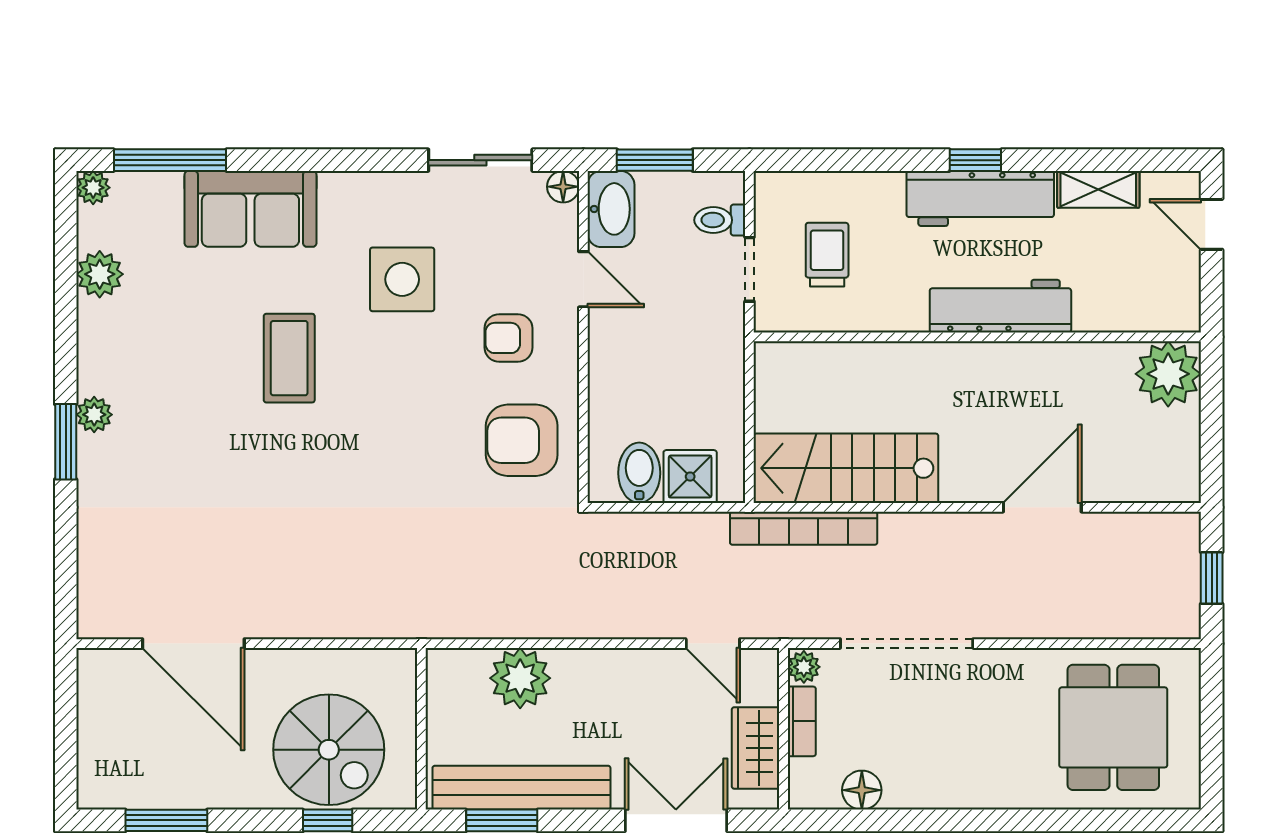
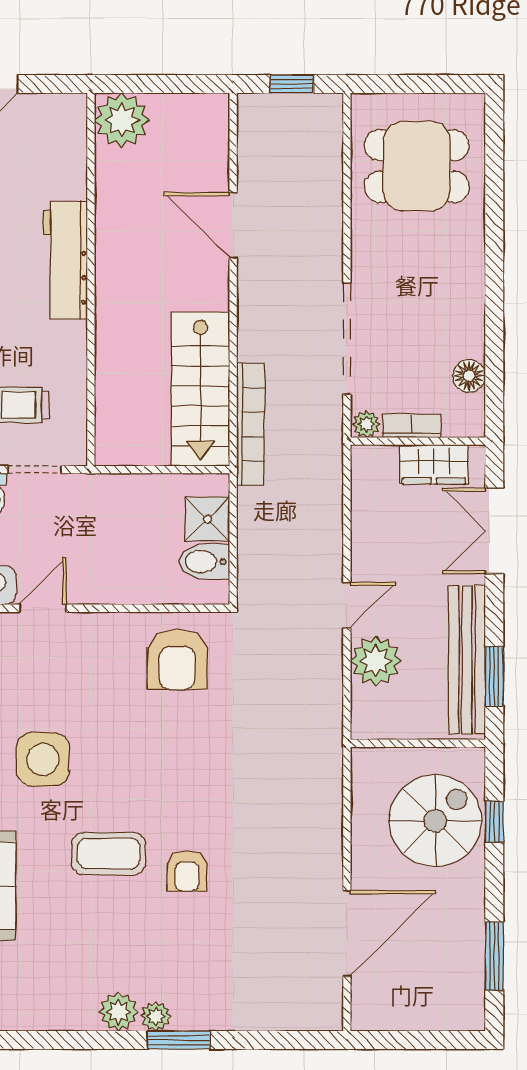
plant: (100, 274) -> (118, 1012), moved
armchair: (509, 338) -> (187, 871), moved
door: (713, 644) -> (347, 605), moved

